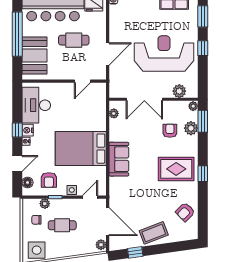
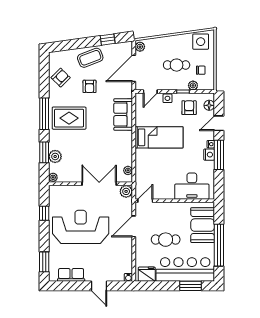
window: (203, 48) -> (44, 213), moved
reception desk: (164, 53) -> (81, 227), turned 180
door: (82, 81) -> (145, 201), moved
plant: (179, 91) -> (126, 191), moved
desk: (36, 105) -> (192, 186), moved, turned 90
window: (203, 121) -> (44, 152), moved
window: (17, 130) -> (219, 155), width x2.17
armchair: (170, 131) -> (90, 86), moved
bed: (81, 149) -> (159, 137), width x0.67
sofa: (119, 159) -> (123, 114), moved
window: (203, 174) -> (44, 114), width x2.17
door: (108, 222) -> (134, 68), hinge flipped

